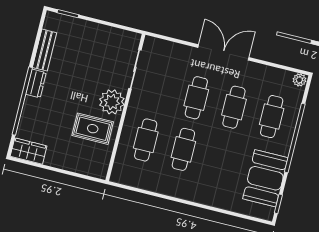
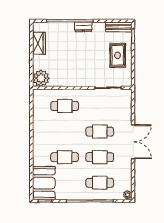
bench: (45, 50) -> (119, 27), moved
plant: (112, 102) -> (41, 78), moved
rug: (93, 129) -> (118, 55), moved
cafe table: (183, 149) -> (65, 157), moved
wardrobe: (29, 151) -> (39, 43), moved
booth: (265, 178) -> (44, 183), moved, turned 90

